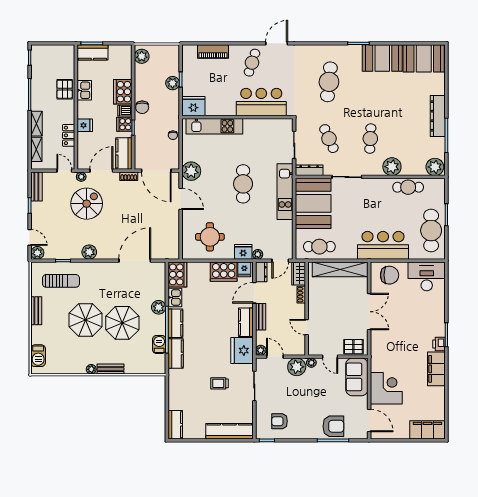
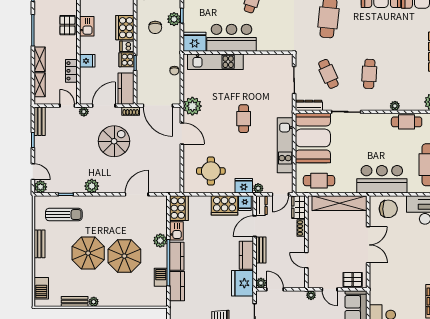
bar counter: (261, 102) -> (231, 38), moved
chair: (142, 107) -> (155, 27), moved
plant: (392, 167) -> (395, 106), width x0.53, depth x0.53
cafe table: (243, 184) -> (244, 119), width x0.73, depth x0.74
kitchen unit: (285, 192) -> (285, 145), moved
spiral stairs: (87, 204) -> (114, 141), moved
door: (135, 261) -> (137, 194), width x0.73
plant: (297, 367) -> (297, 299), removed
bench: (110, 369) -> (75, 301), moved

